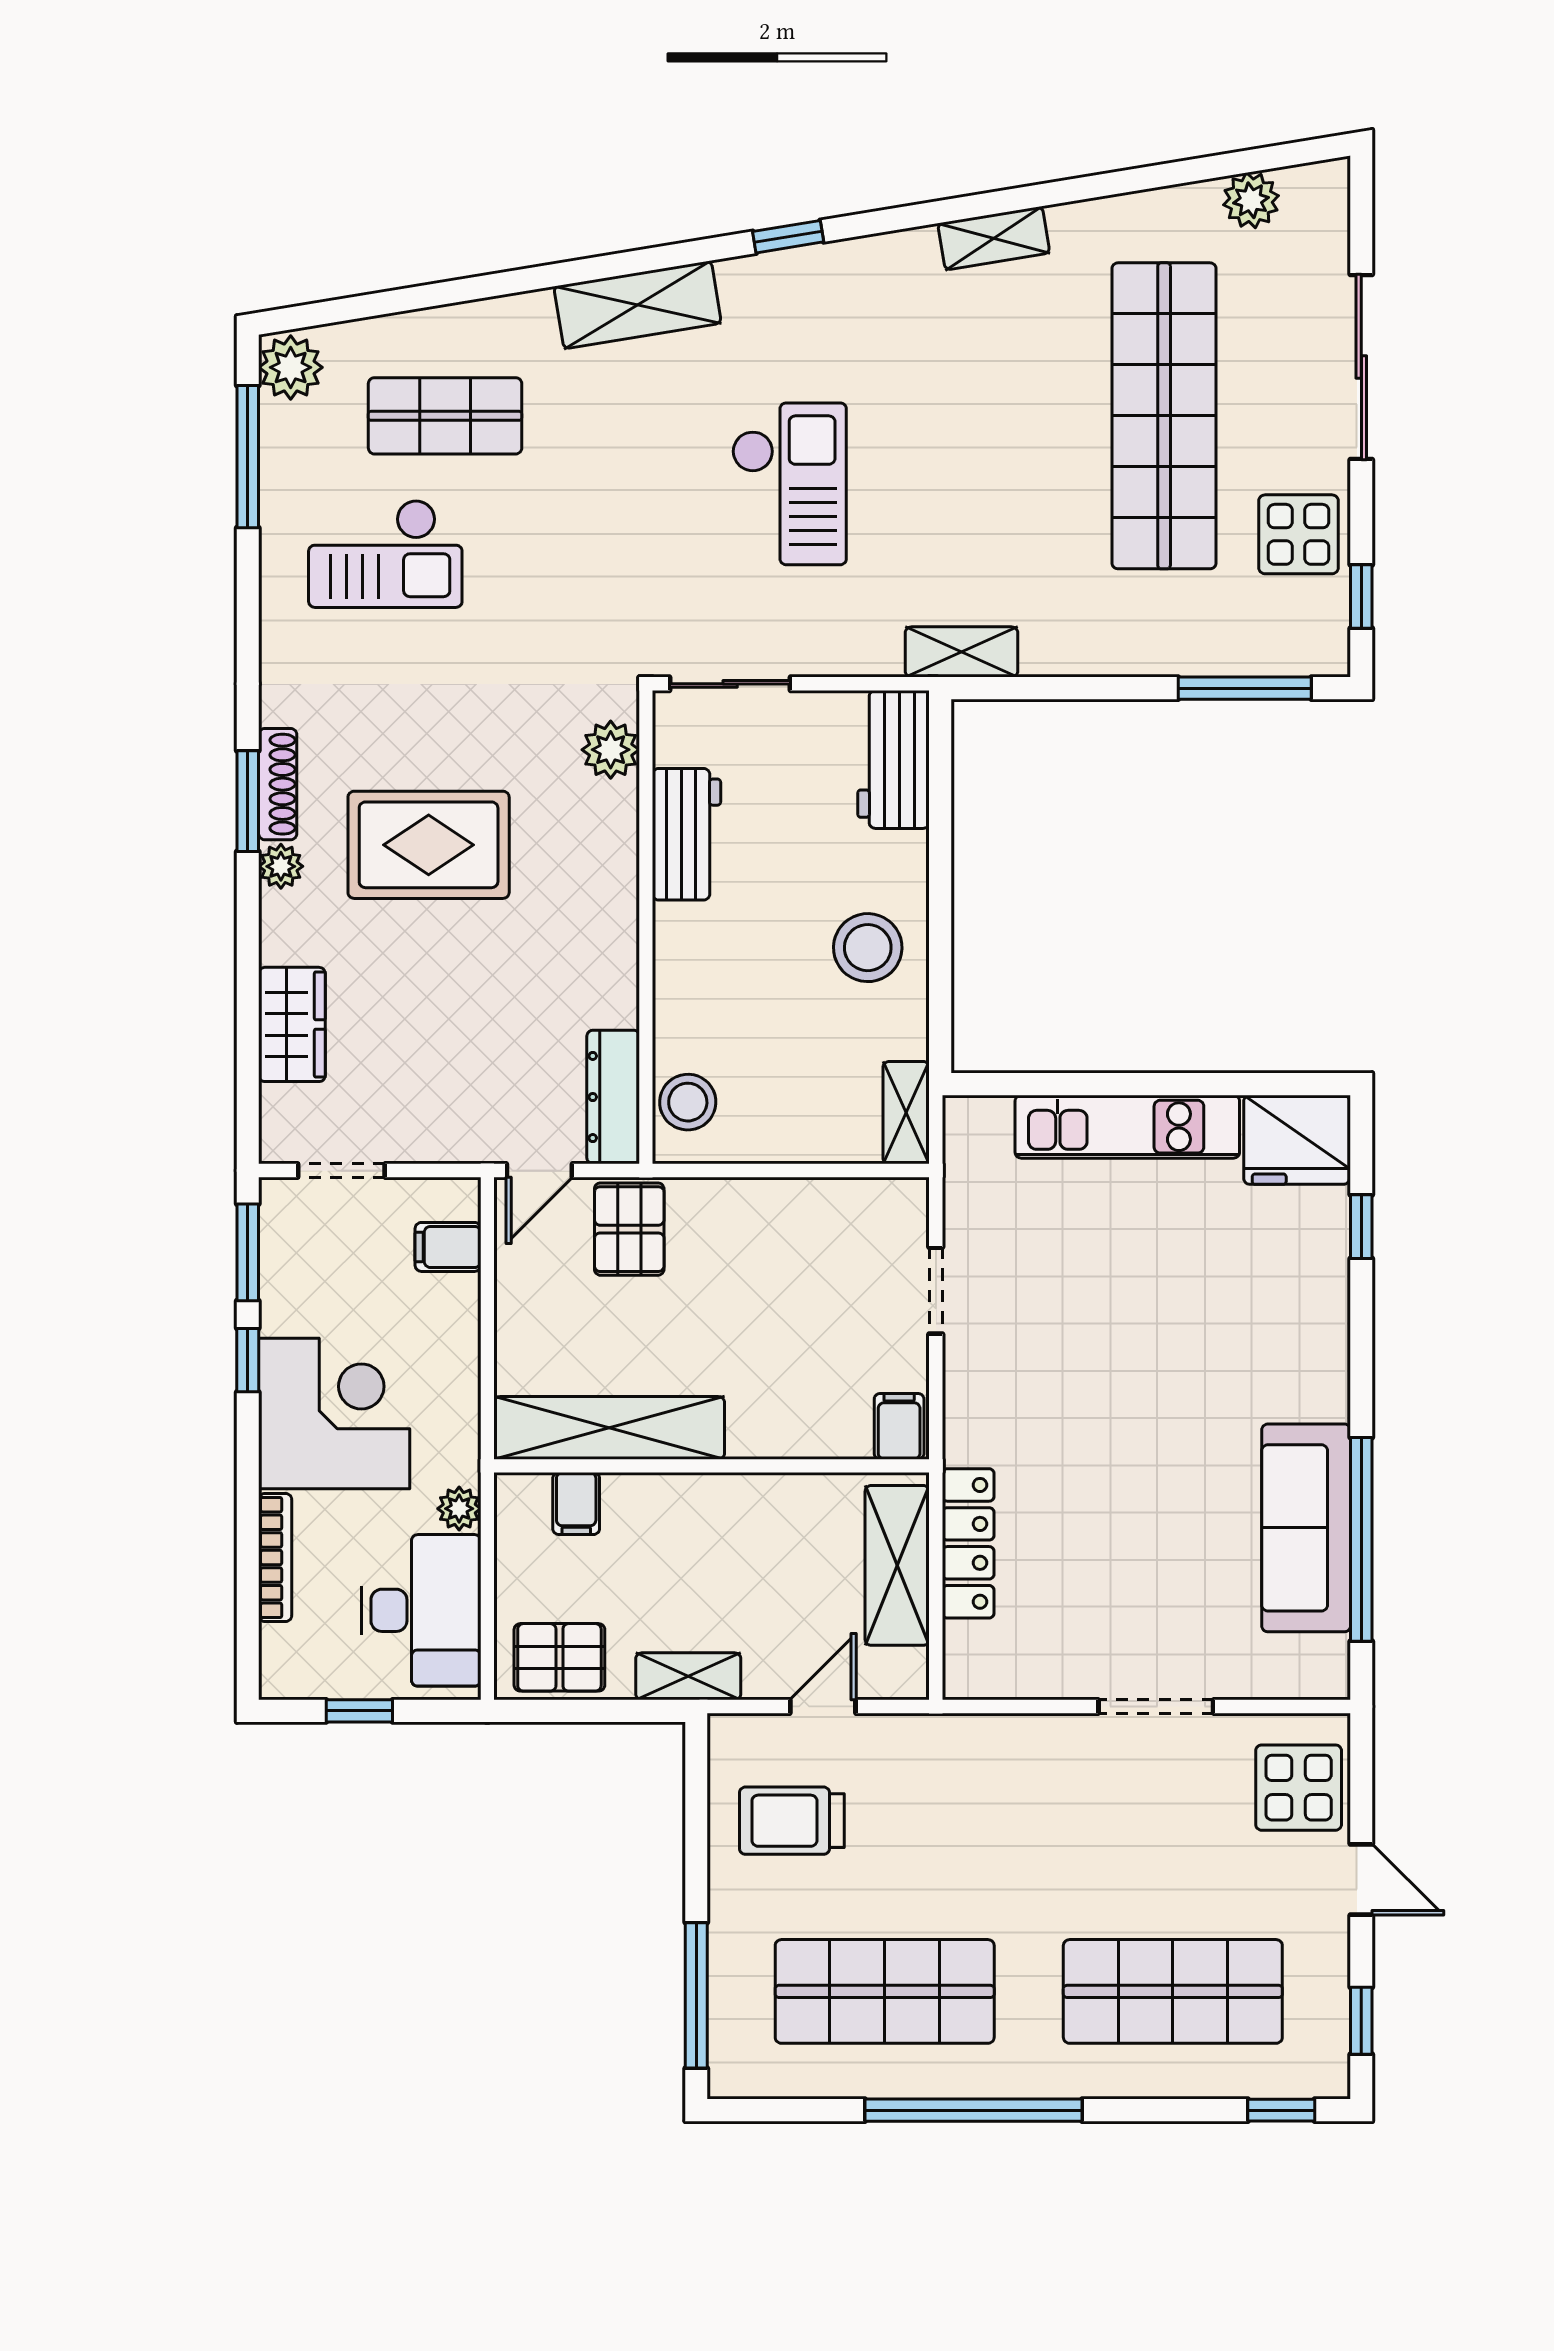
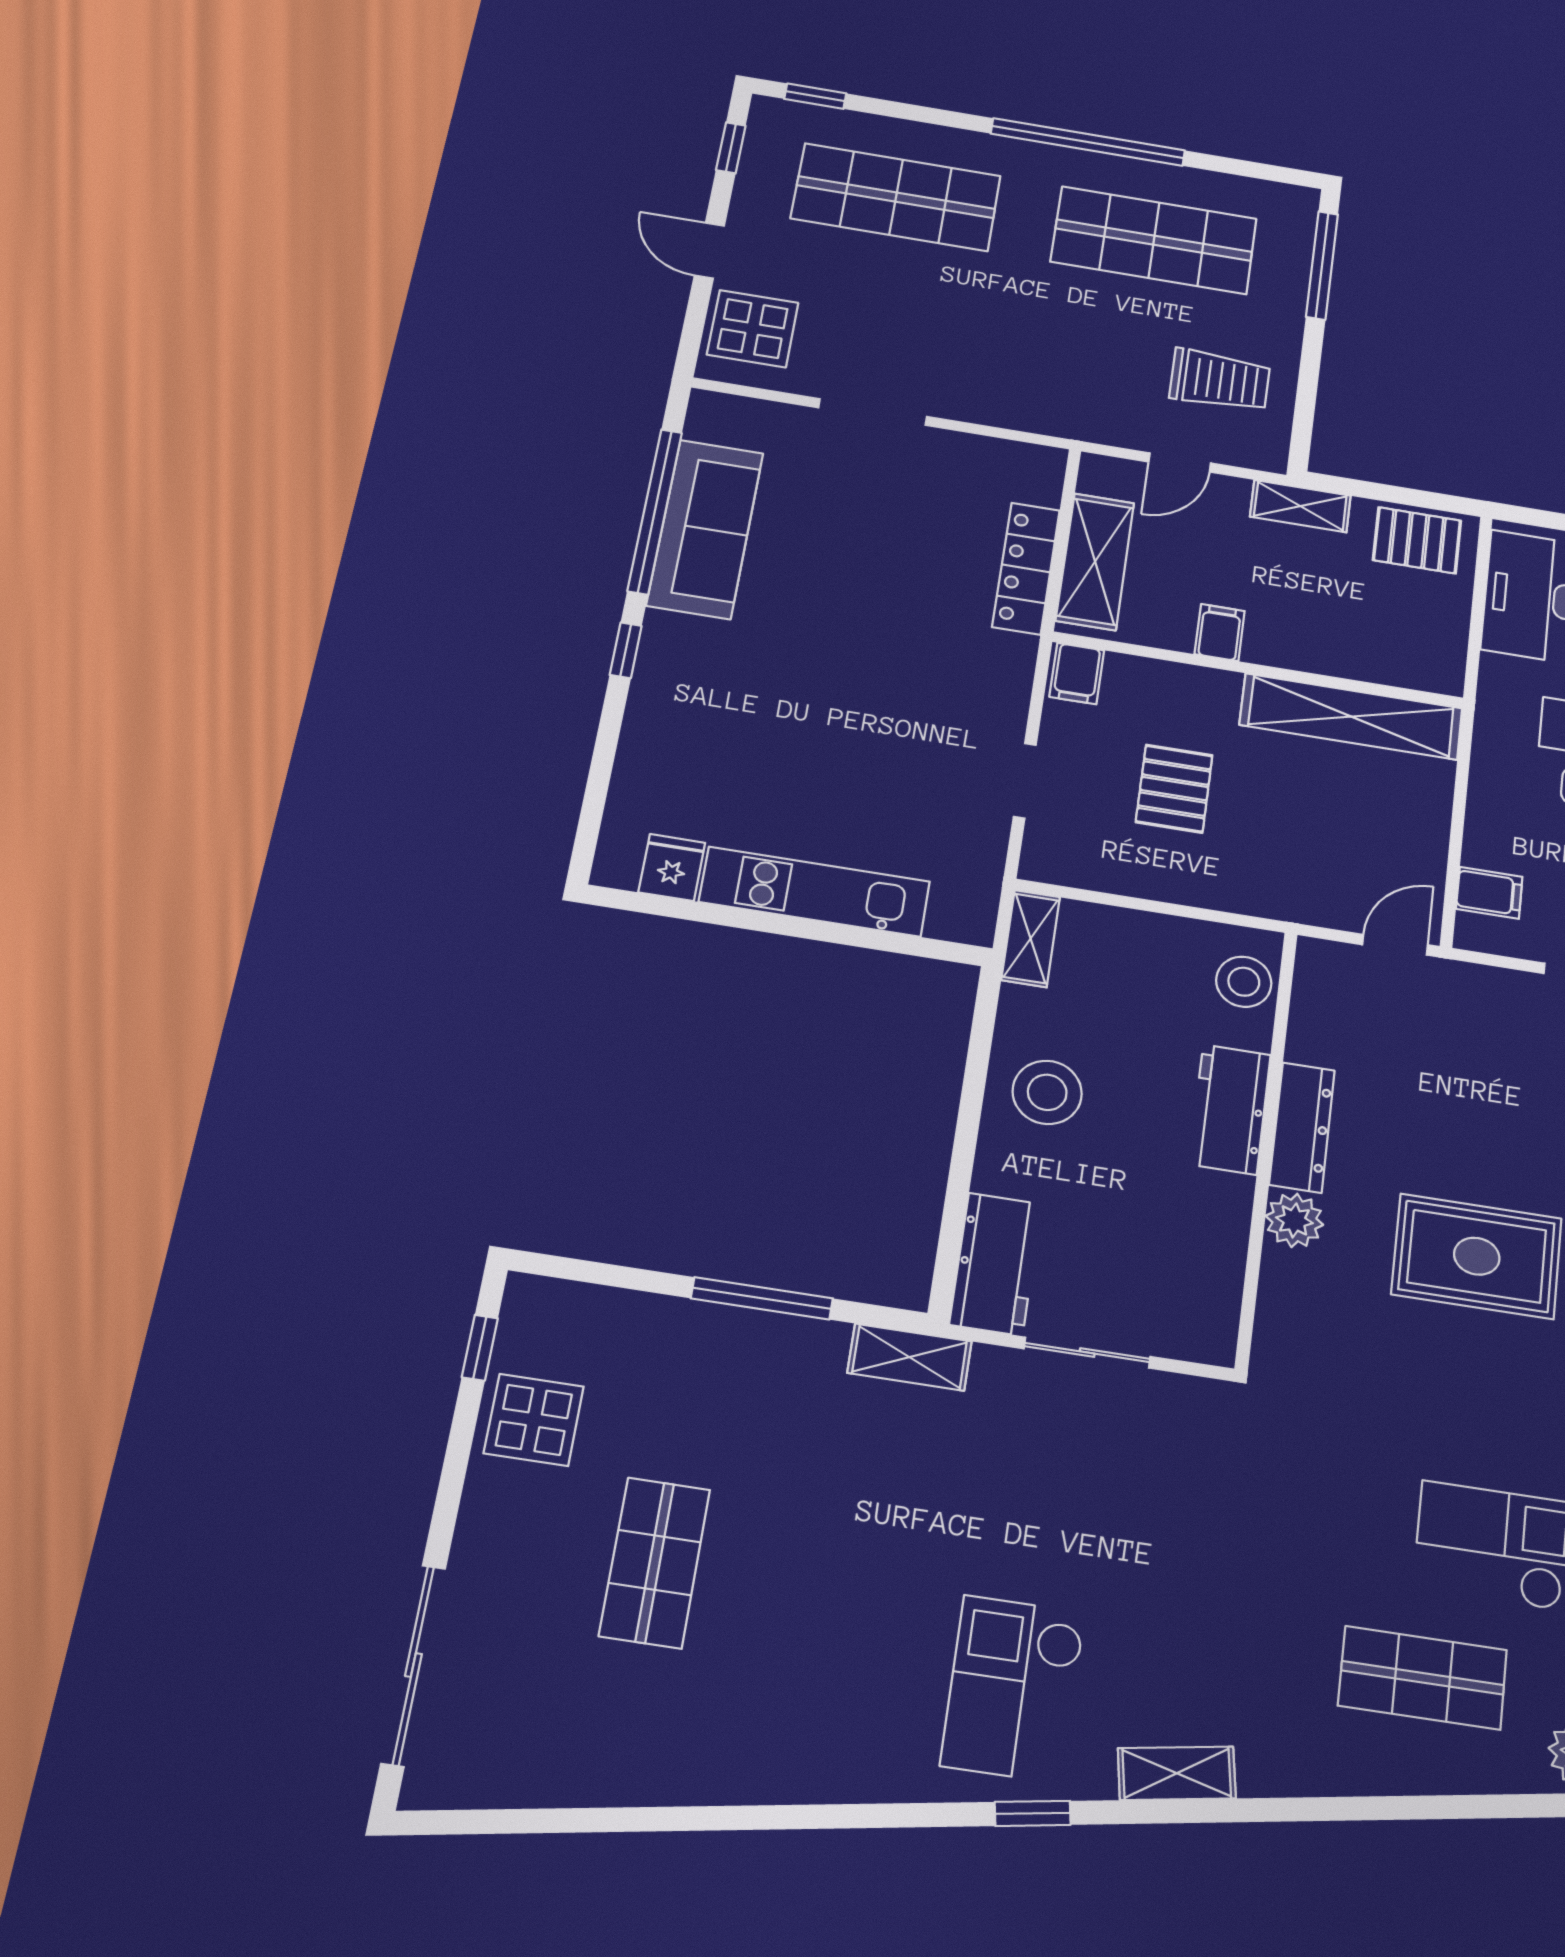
plant: (1251, 200) -> (516, 1778), removed
shelving: (994, 238) -> (808, 1779), removed
shelving: (638, 305) -> (1177, 1773), width x0.67, depth x0.75
sliding door: (1361, 367) -> (413, 1665), moved
shop shelf: (1164, 416) -> (655, 1563), width x0.50, depth x0.74
checkout: (789, 484) -> (1013, 1689), moved
sliding door: (730, 684) -> (1087, 1353), moved
window: (1245, 688) -> (762, 1298), moved
plant: (611, 750) -> (1294, 1220), moved
workbench: (687, 834) -> (1230, 1109), moved
dresser: (613, 1097) -> (1302, 1127), moved
fridge: (1297, 1140) -> (672, 867), width x0.53, depth x0.75
window: (1361, 1227) -> (626, 650), moved
pallet: (629, 1229) -> (1174, 789), moved
filing cabinet: (576, 1504) -> (1220, 633), moved
plant: (459, 1509) -> (1498, 674), removed

